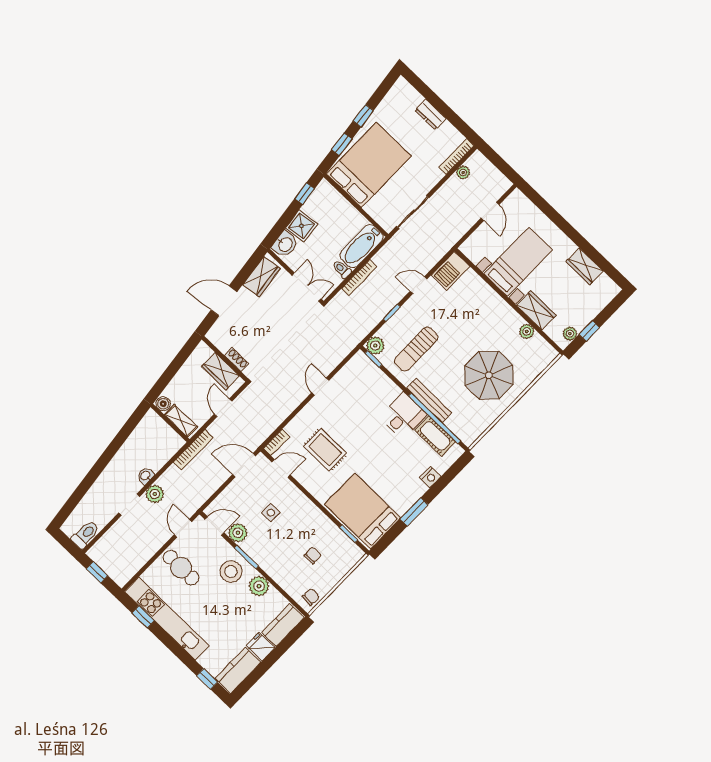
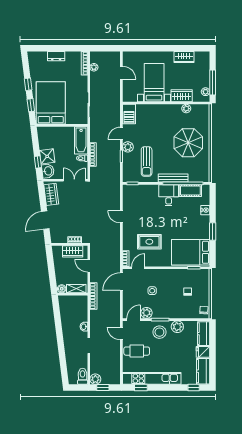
window: (305, 194) -> (38, 162), moved
window: (589, 331) -> (213, 83), width x2.17
plant: (375, 346) -> (128, 147), moved
plant: (155, 494) -> (95, 379), moved

